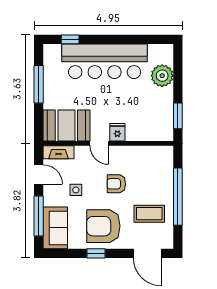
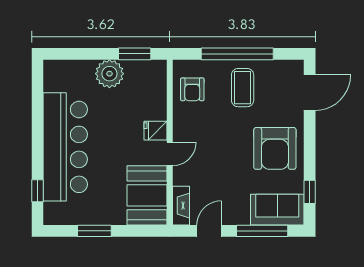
plant: (162, 76) -> (109, 74), moved
window: (39, 84) -> (94, 231), width x0.69
armchair: (116, 184) -> (192, 89), moved
side table: (76, 190) -> (229, 183), removed
coffee table: (149, 214) -> (243, 88), moved
window: (96, 253) -> (310, 192), moved

